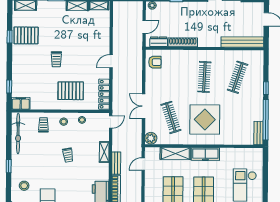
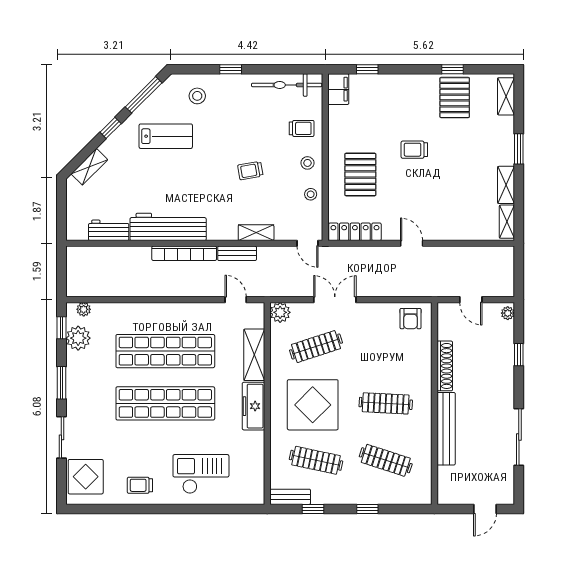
dresser: (159, 42) -> (445, 325), removed
bench: (242, 42) -> (446, 429), moved
clothes rail: (237, 118) -> (316, 460), added
window: (266, 120) -> (313, 509), width x0.32

